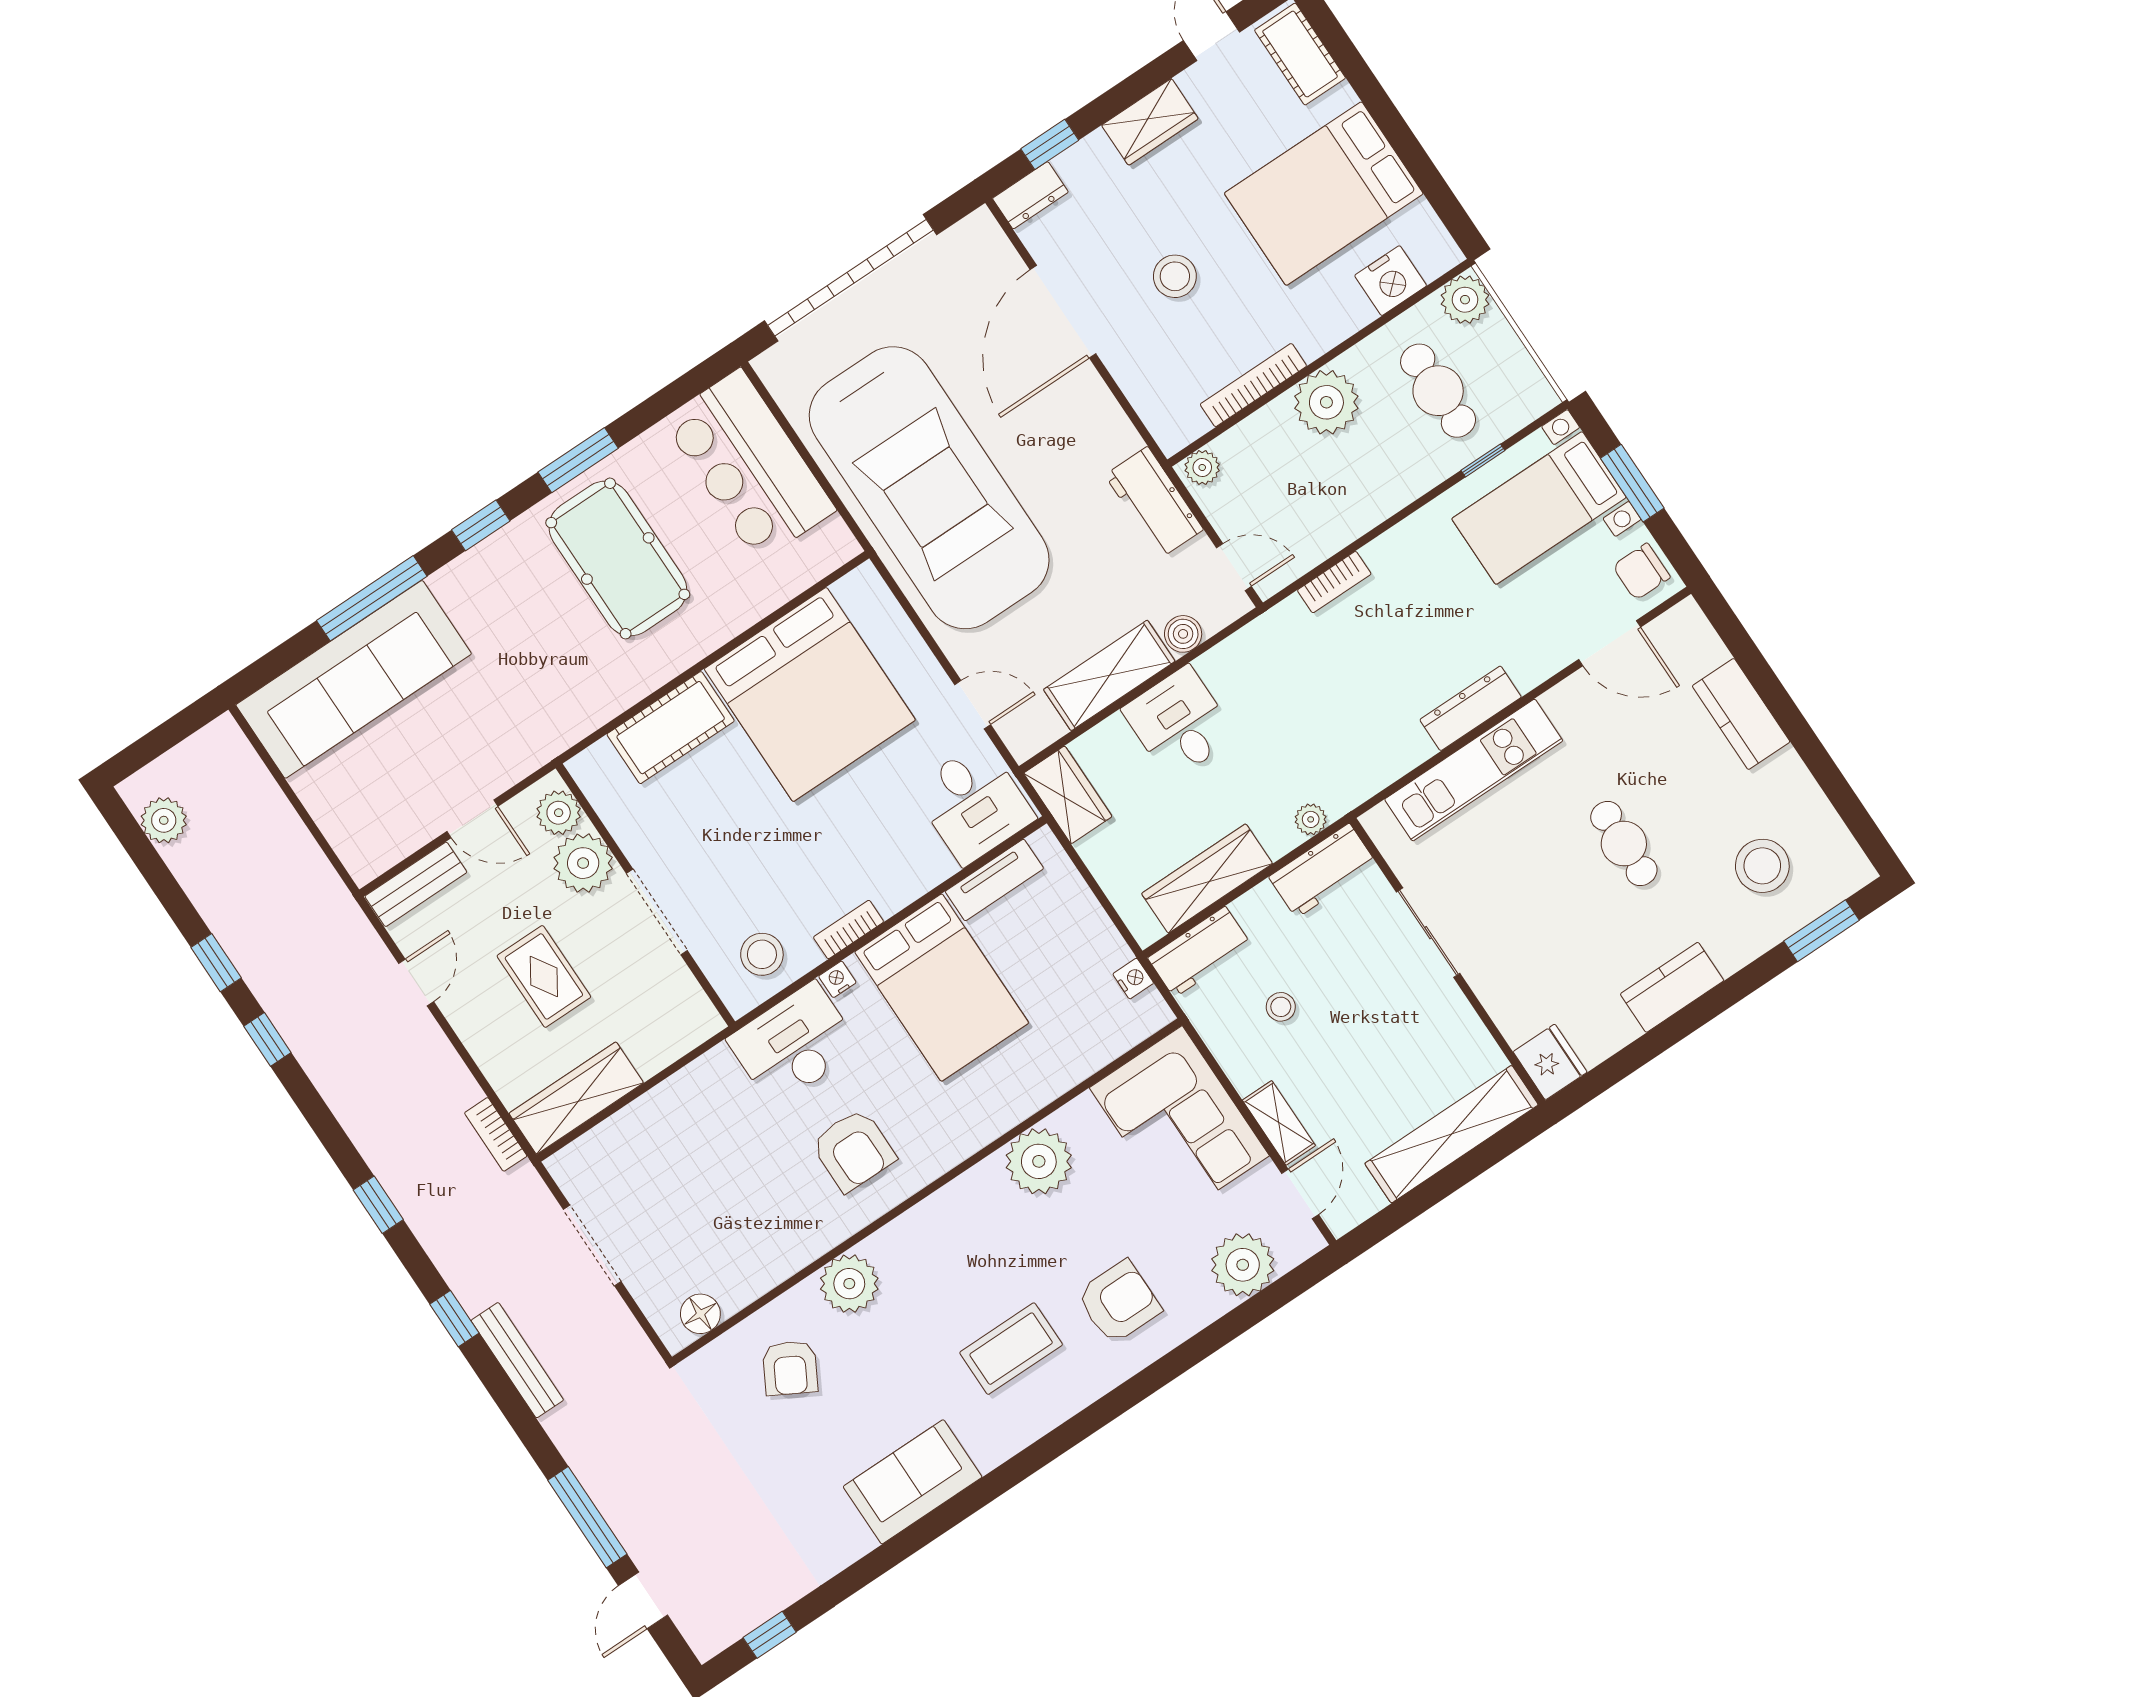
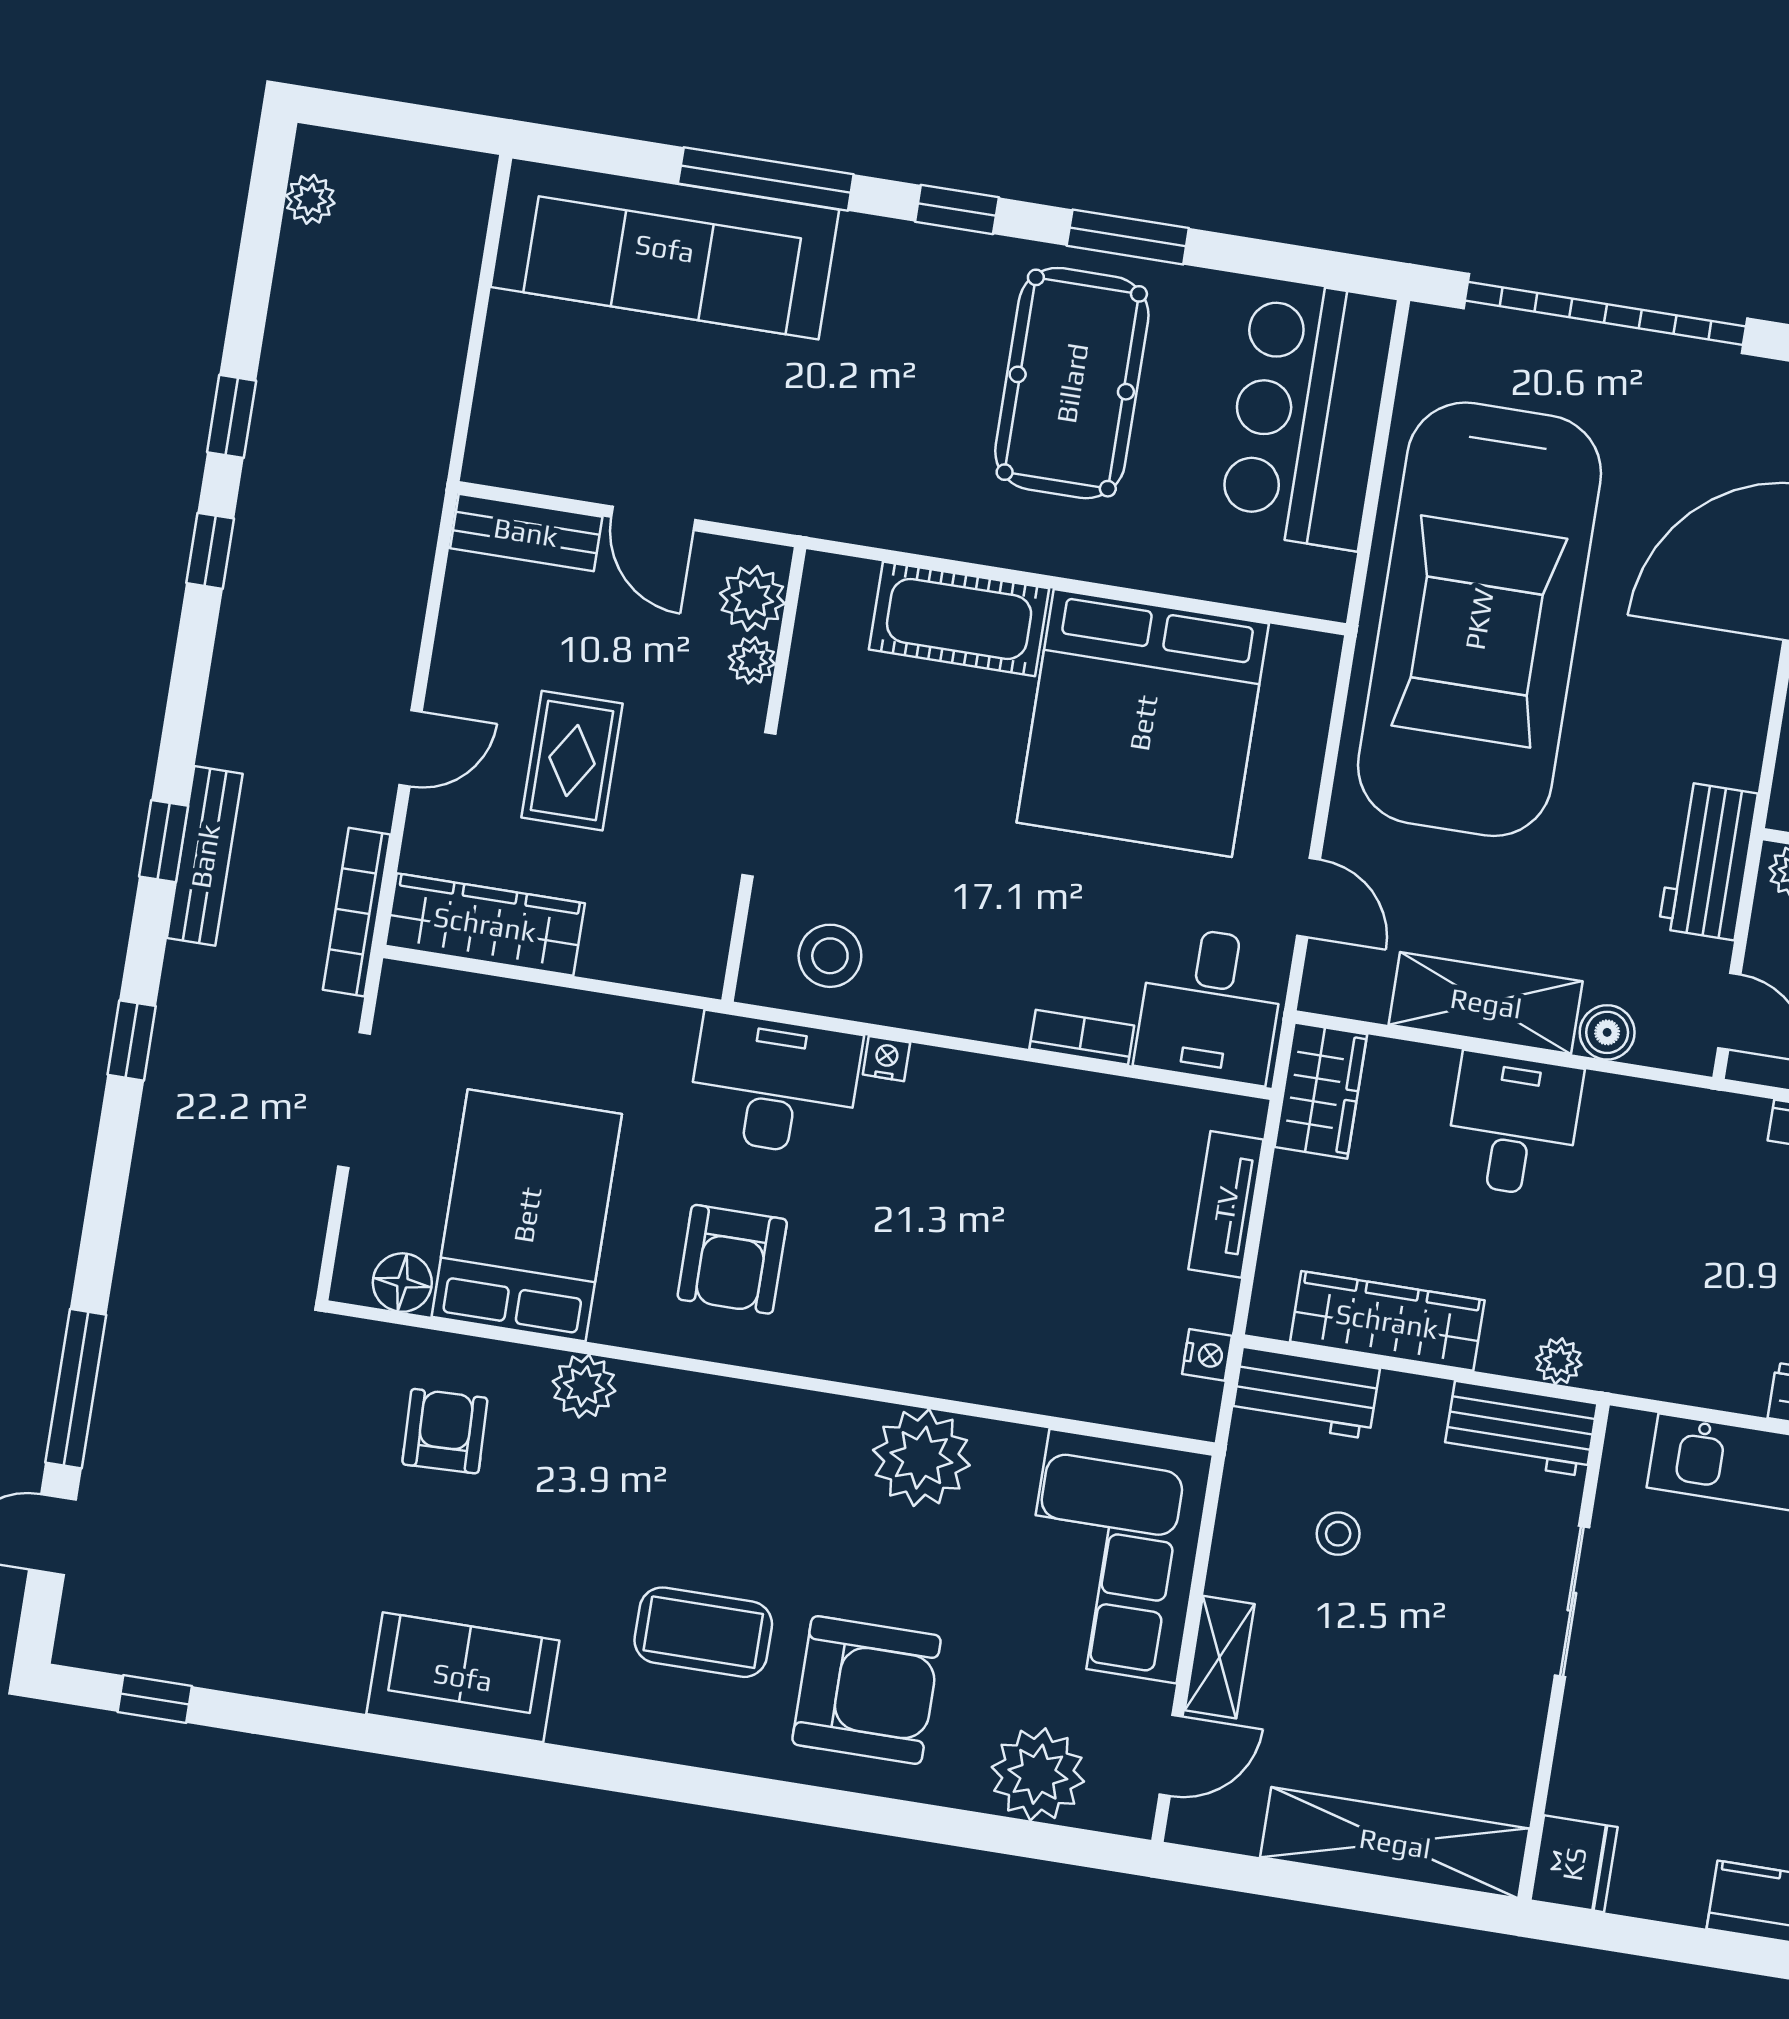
plant: (164, 820) -> (310, 199), width x0.73, depth x0.73
plant: (583, 863) -> (752, 660), width x0.53, depth x0.53
tv unit: (994, 880) -> (1226, 1204), moved, turned 90
bookcase: (849, 929) -> (1082, 1037), moved
door: (416, 982) -> (410, 748), moved
bed: (942, 988) -> (527, 1215), moved, turned 180
bookcase: (496, 1134) -> (357, 912), width x1.56
plant: (849, 1284) -> (584, 1386), width x0.73, depth x0.73
armchair: (1119, 1302) -> (867, 1690), width x1.36, depth x1.36
bench: (517, 1360) -> (205, 856), moved
armchair: (790, 1368) -> (445, 1431), turned 149

